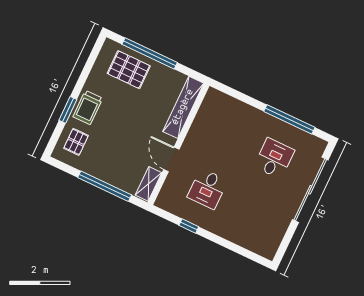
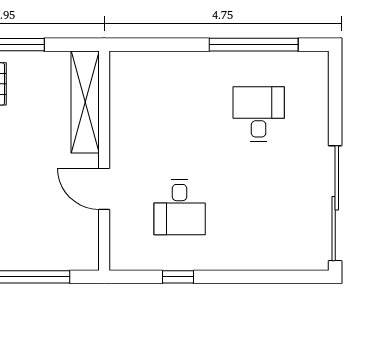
shelving: (148, 184) -> (87, 242), removed
sliding door: (310, 190) -> (335, 203), moved

